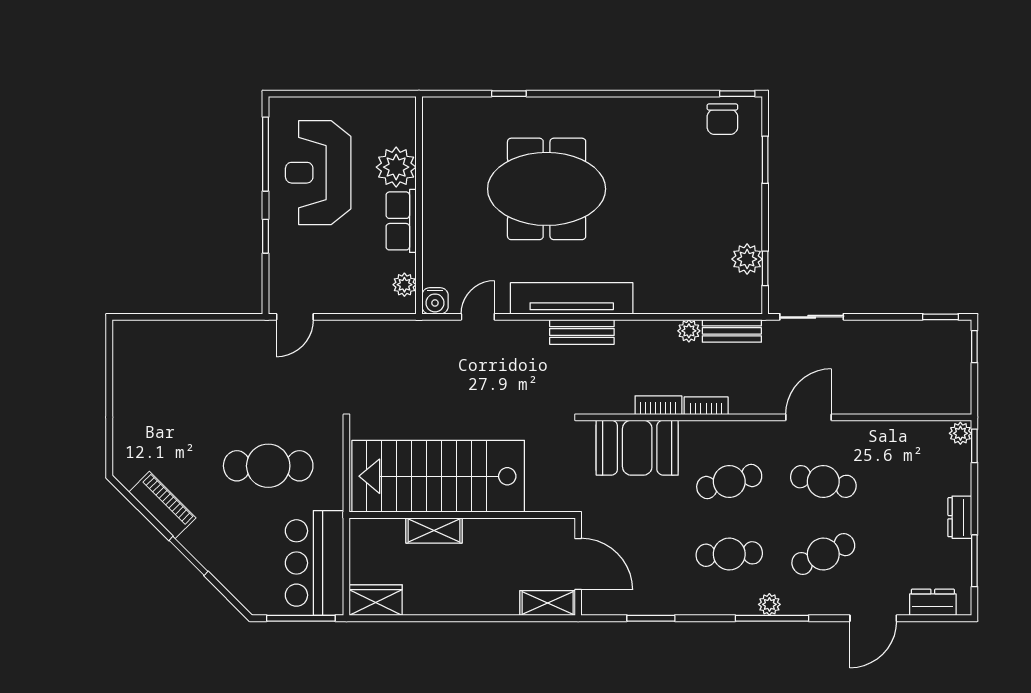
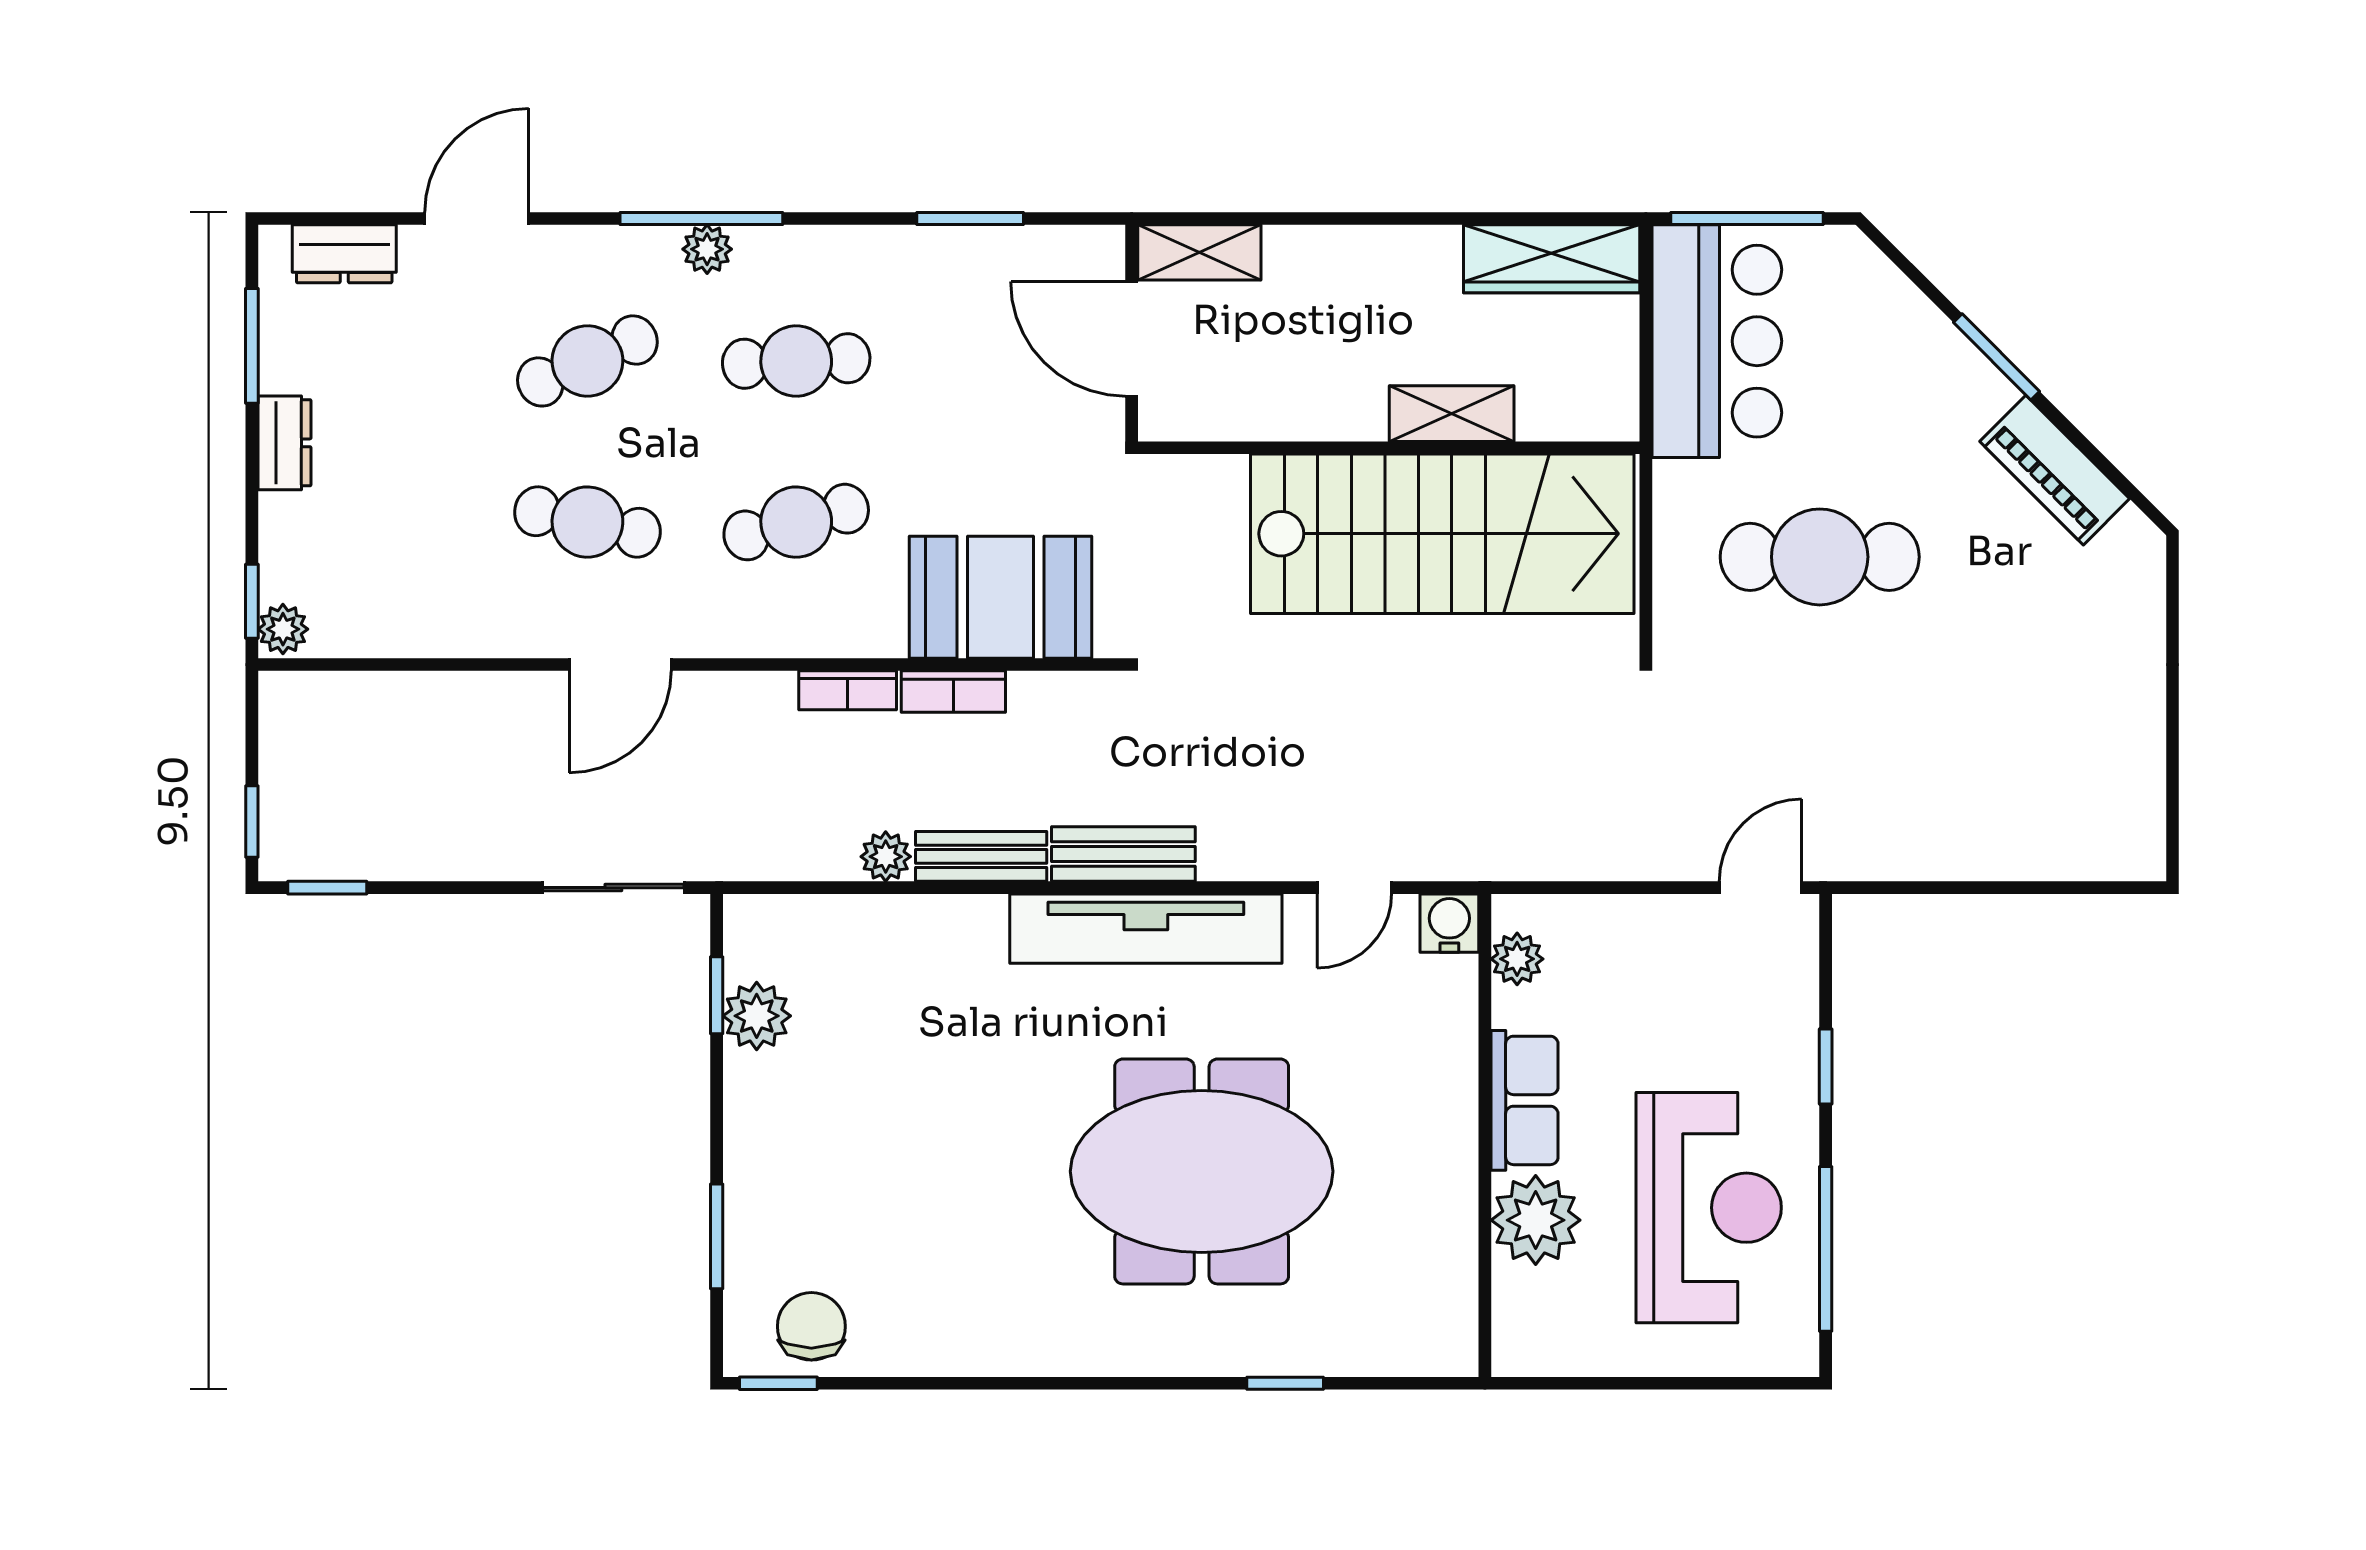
bench: (732, 331) -> (981, 856), moved
wardrobe: (376, 600) -> (1552, 259), width x1.50

